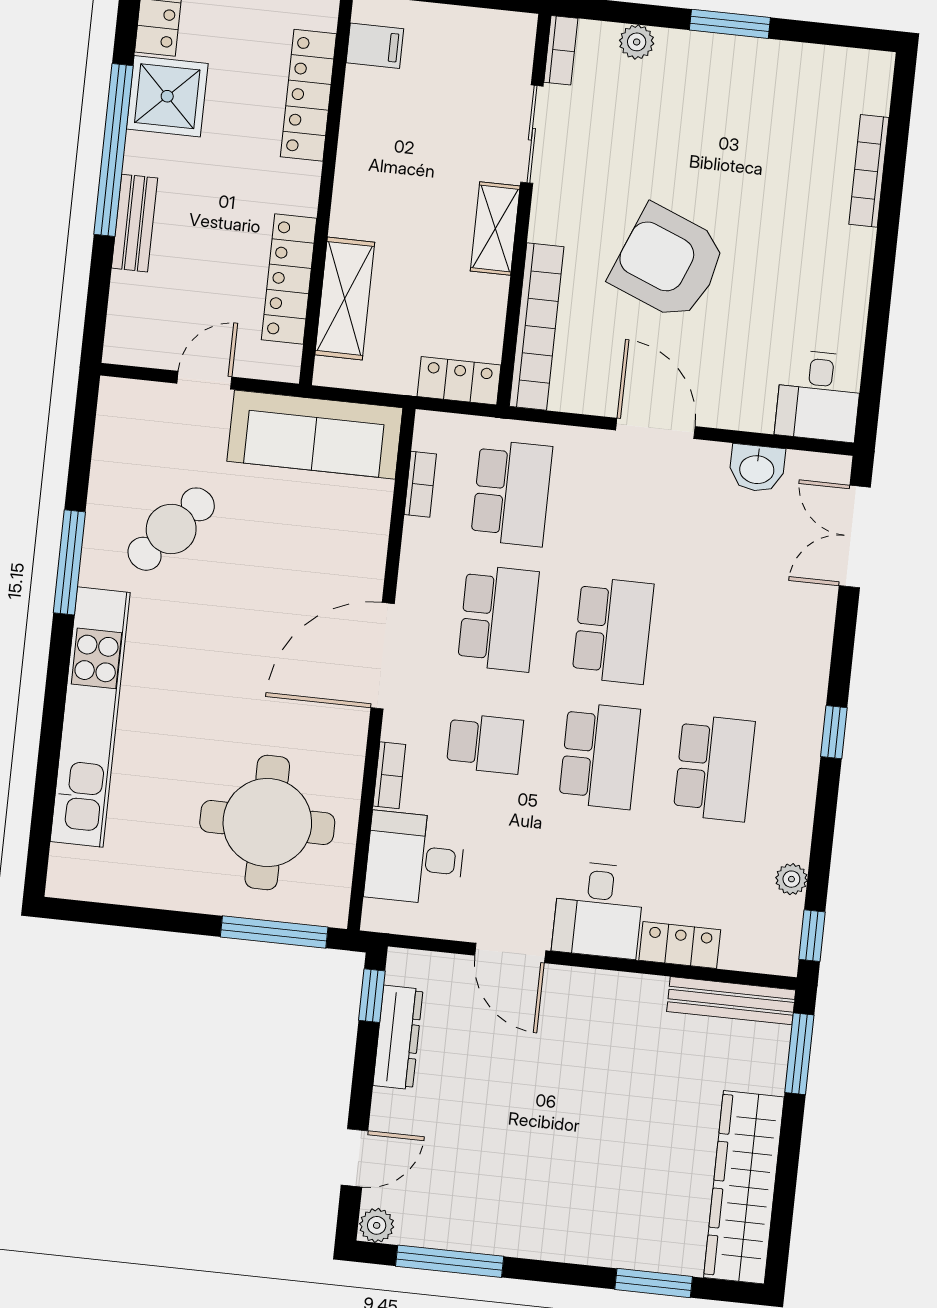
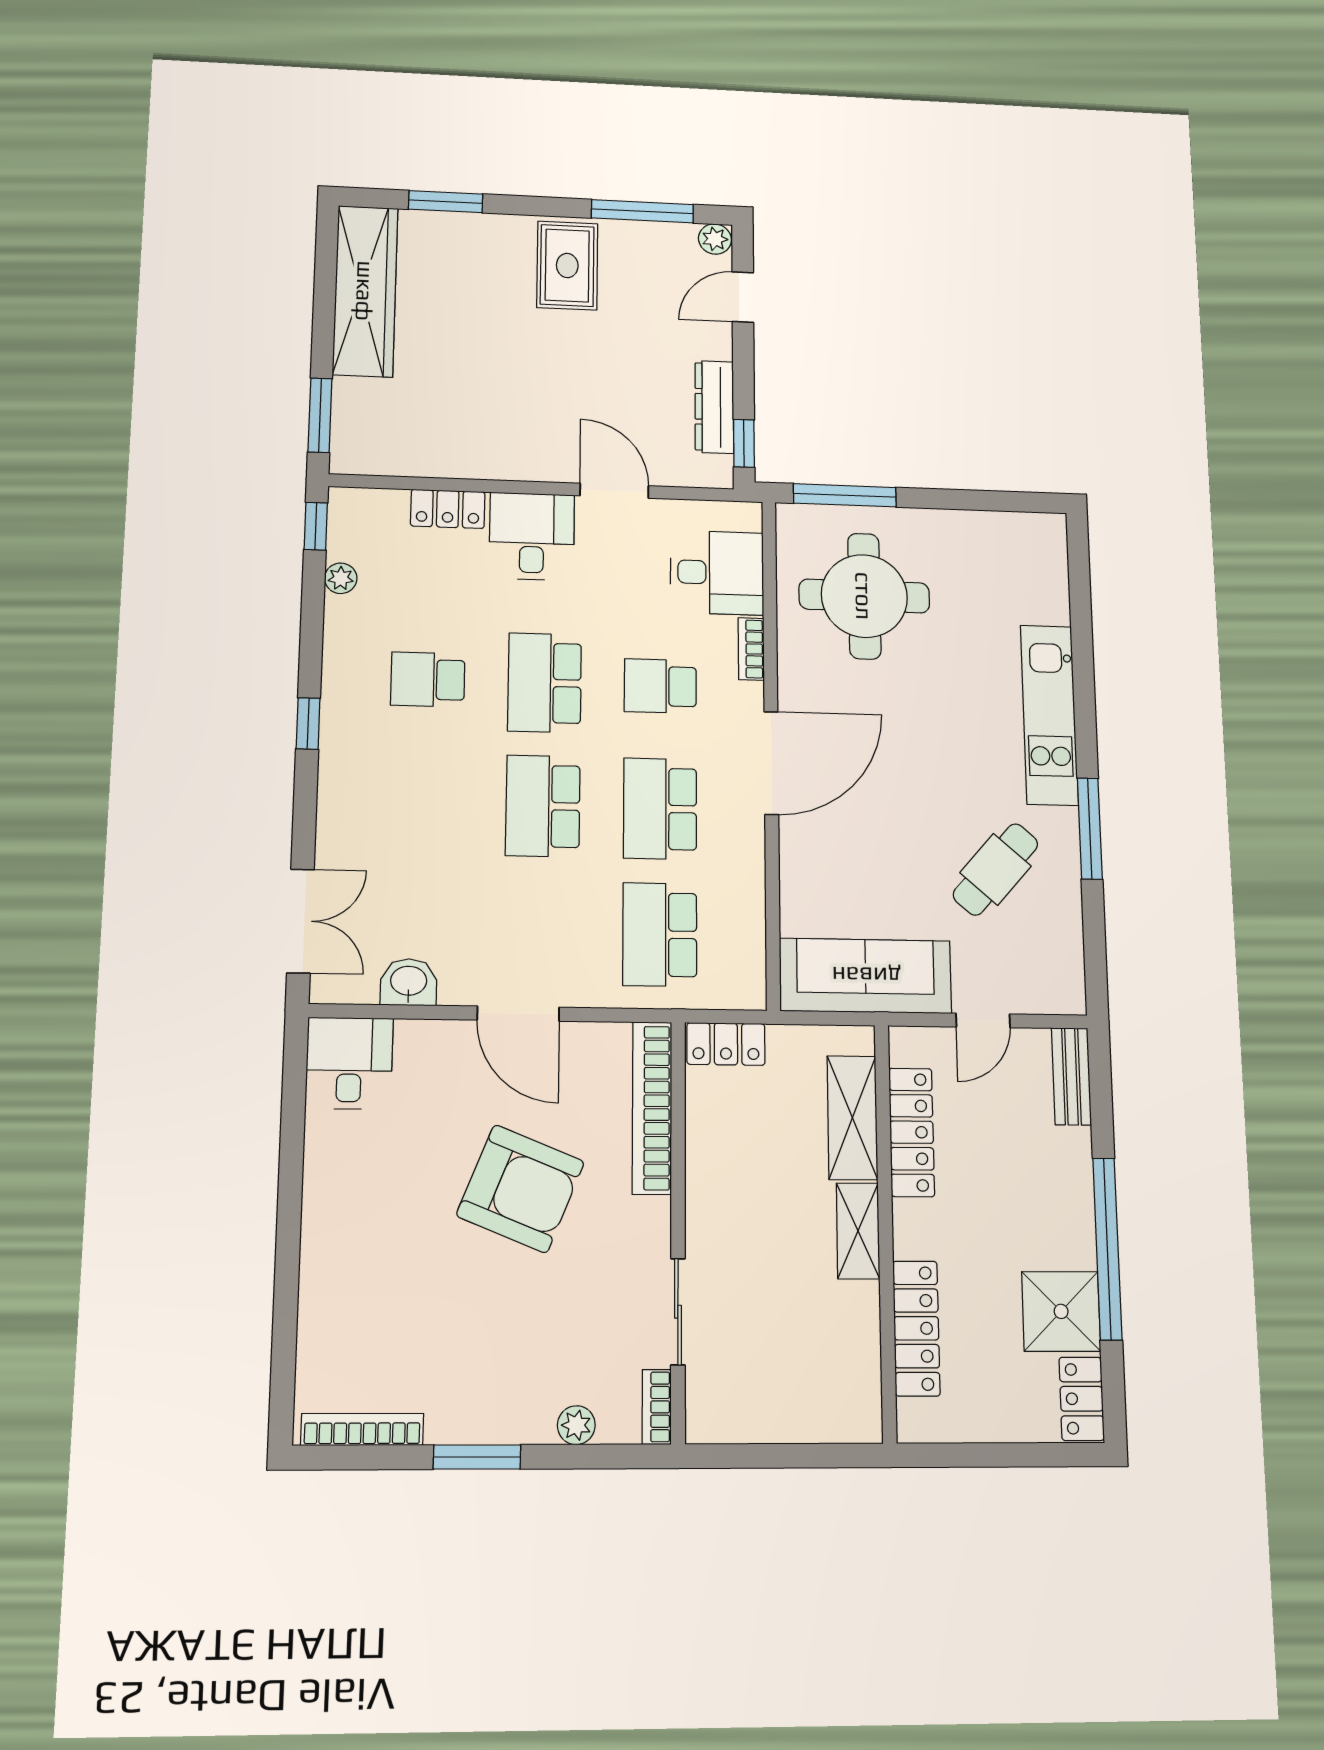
filing cabinet: (375, 46) -> (854, 1390), removed
bookcase: (869, 171) -> (362, 1429), moved, turned -90
bench: (135, 223) -> (1071, 1076), moved
shelving: (495, 228) -> (858, 1231), moved
bookcase: (420, 484) -> (753, 935), removed
kitchen unit: (90, 717) -> (1049, 715), width x0.73
school desk: (714, 768) -> (428, 679), width x0.54
bench: (731, 1001) -> (392, 460), removed
rug: (534, 1204) -> (567, 265), added

